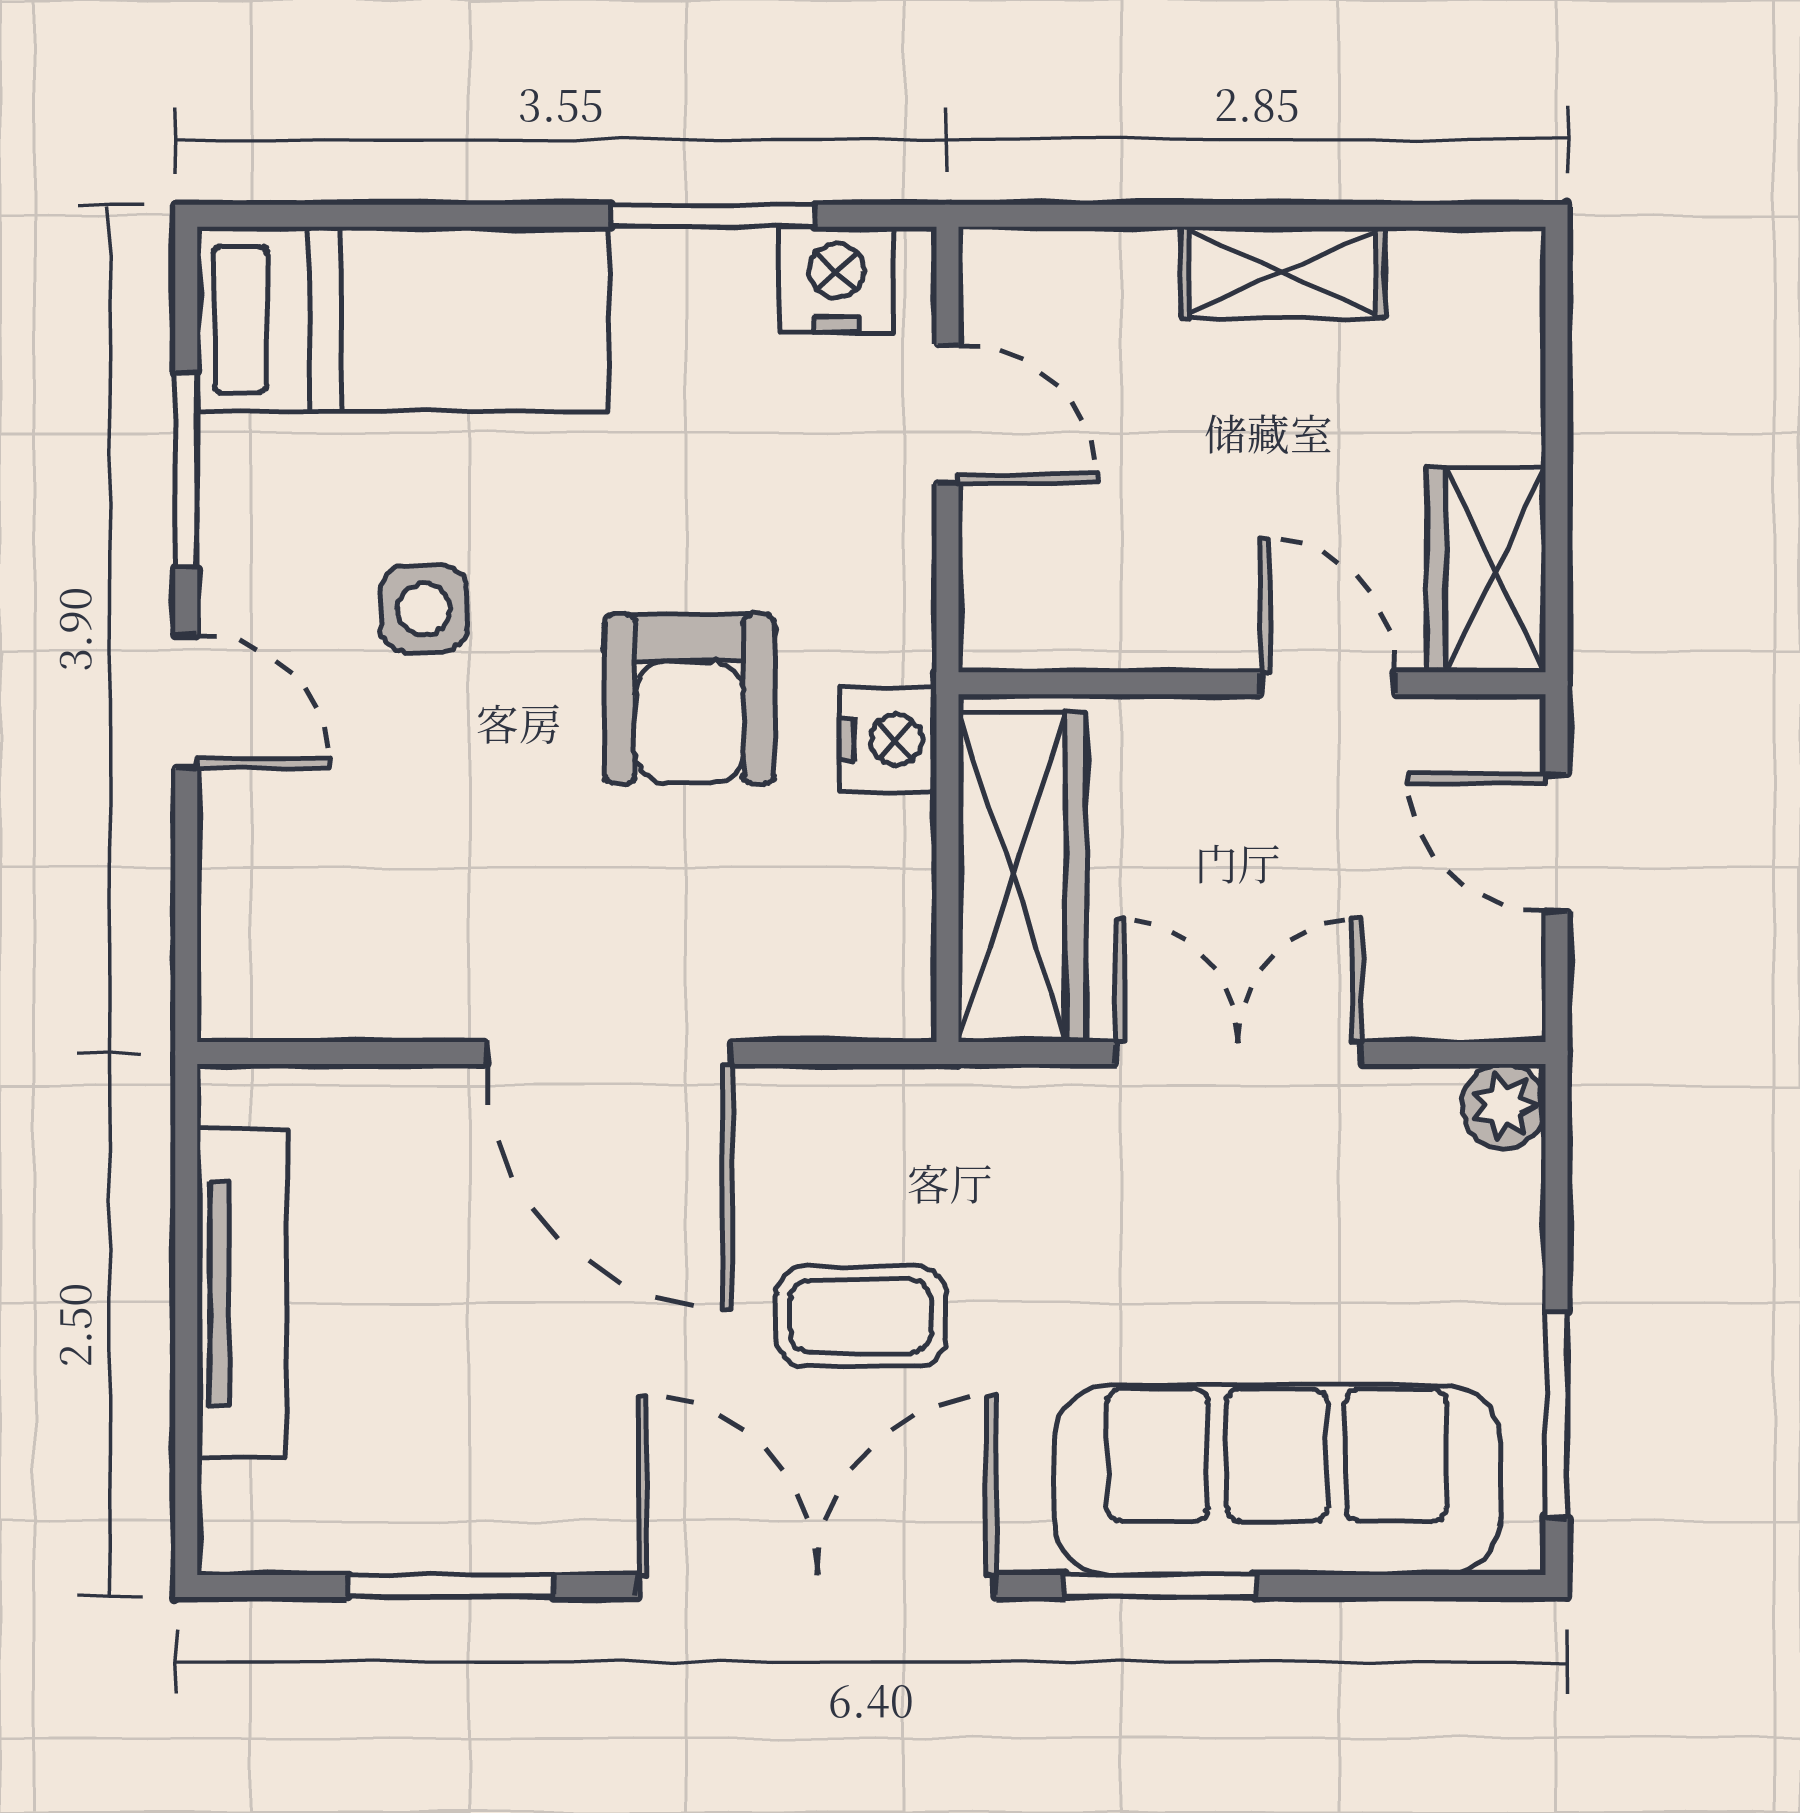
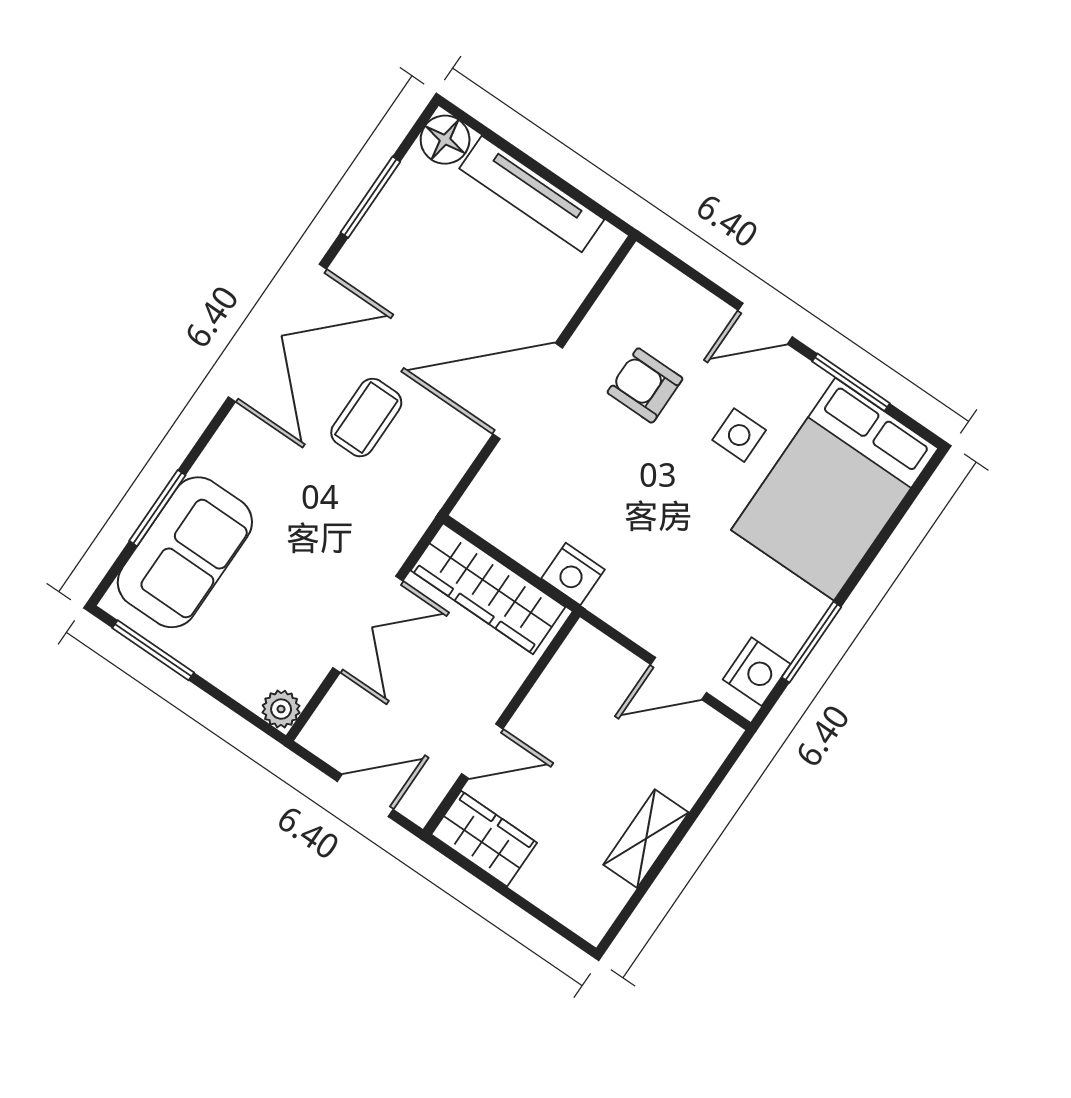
bed: (403, 319) -> (835, 489), width x1.50
armchair: (689, 699) -> (645, 385), moved, width x0.72, depth x0.72
sofa: (1277, 1480) -> (185, 552), width x0.73
floor lamp: (251, 1521) -> (445, 140), added
window: (1160, 1586) -> (157, 508), moved

